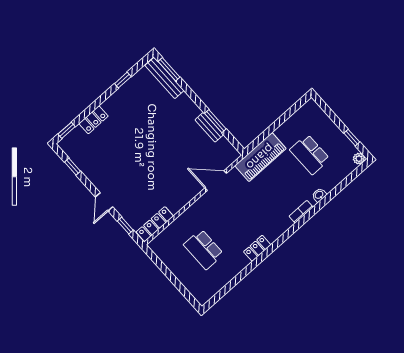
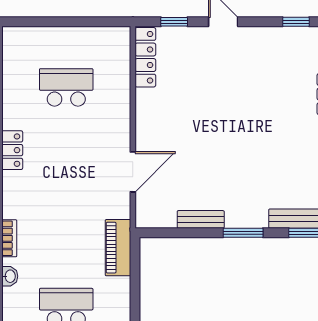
window: (215, 121) -> (243, 233), moved
piano: (260, 157) -> (118, 248), width x0.73, depth x0.75

